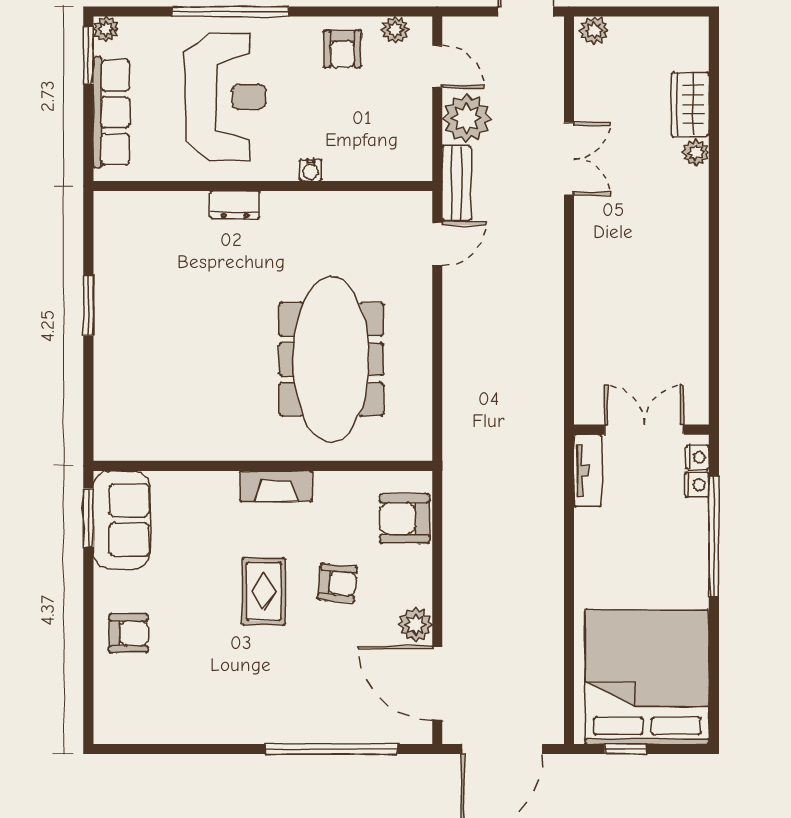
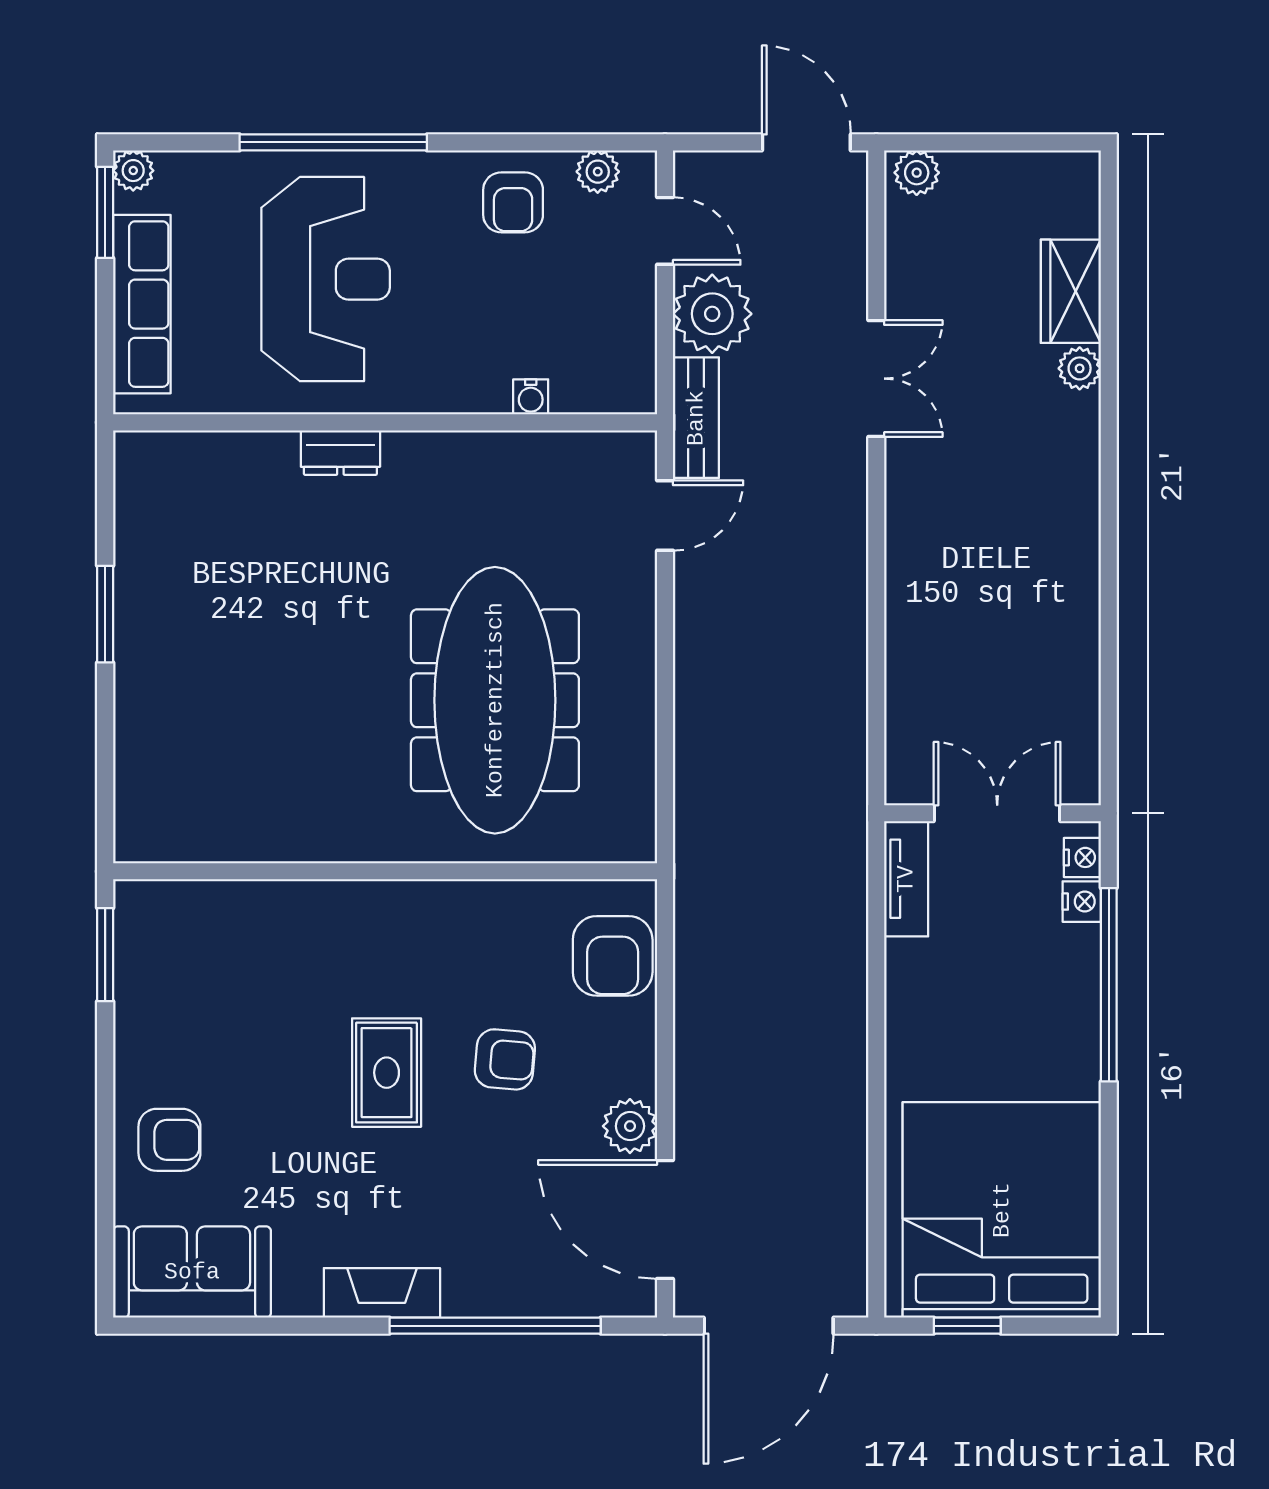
water cooler: (311, 170) -> (531, 397), moved
fireplace: (276, 486) -> (382, 1293), moved, turned 180
armchair: (405, 519) -> (613, 956), turned -90
sofa: (122, 520) -> (192, 1272), moved, turned -90

